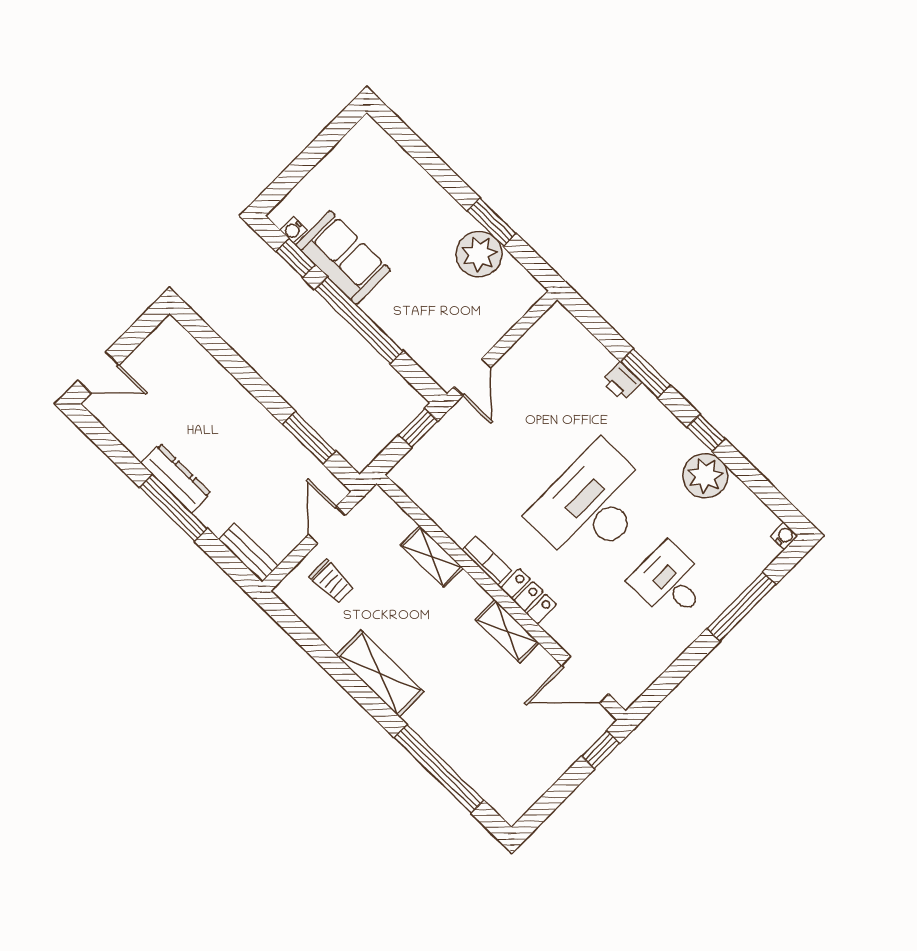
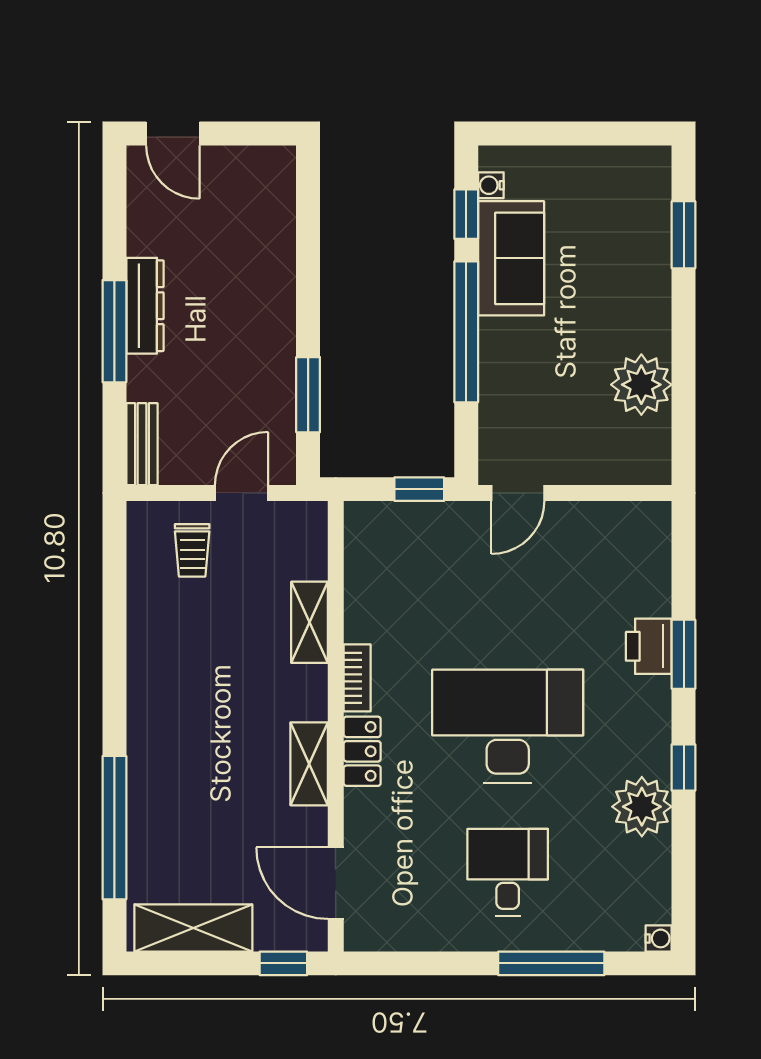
window: (492, 222) -> (684, 235), moved
printer: (621, 381) -> (649, 646), width x1.36, depth x1.24
shelving: (380, 674) -> (193, 928), moved, turned 90

